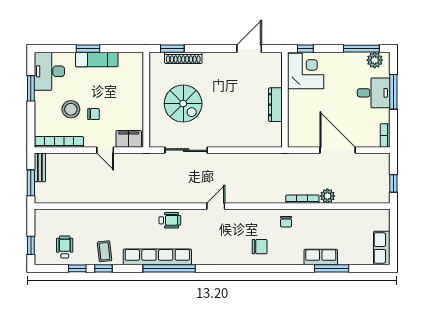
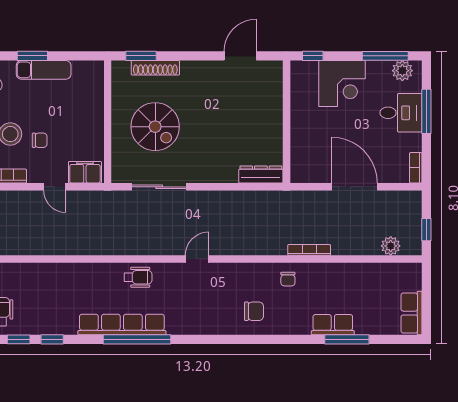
corner desk: (306, 71) -> (342, 83), moved, turned 90
dresser: (275, 105) -> (261, 175), moved, turned 90
plant: (327, 196) -> (391, 246), moved
coffee table: (104, 251) -> (54, 317), removed

